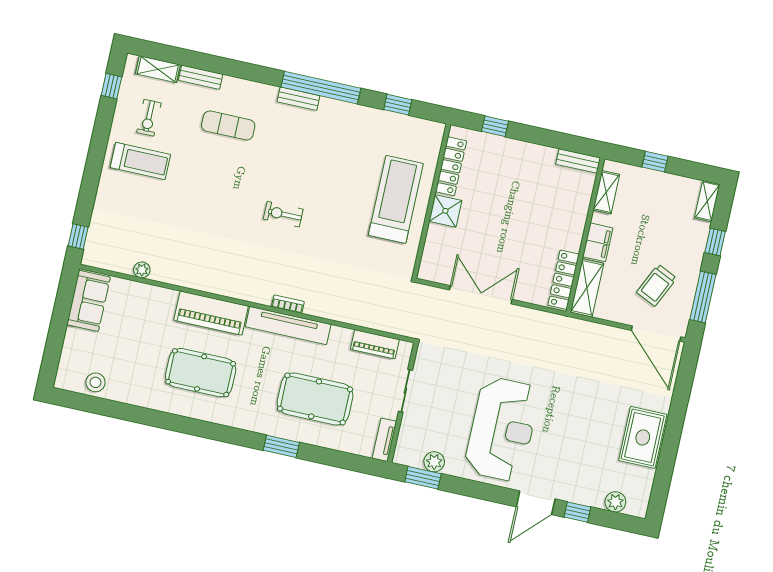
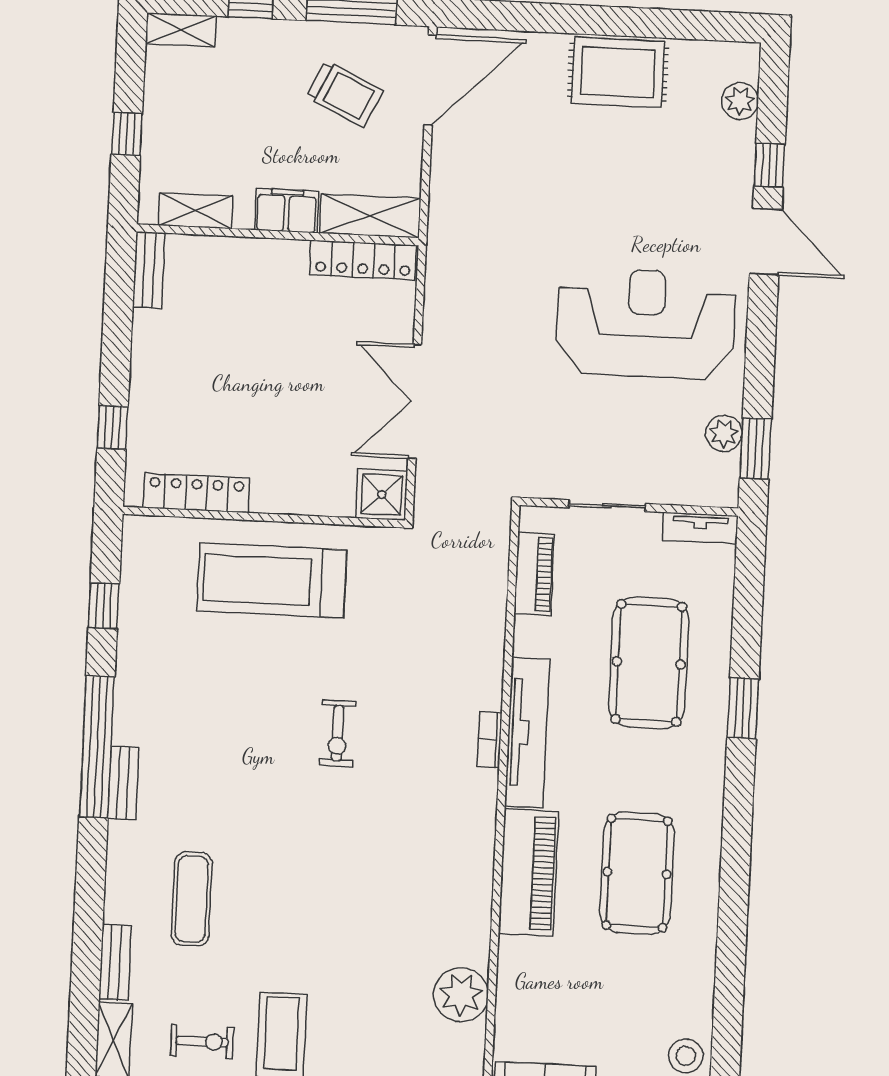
shower: (445, 211) -> (382, 495), moved
exercise bike: (283, 214) -> (338, 733), moved
plant: (142, 270) -> (461, 995), width x1.87, depth x1.87

